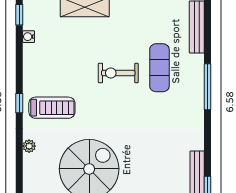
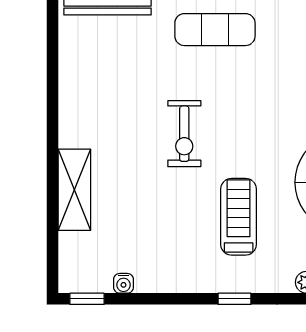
exercise mat: (159, 68) -> (215, 30), moved
treadmill: (52, 108) -> (239, 217), moved

